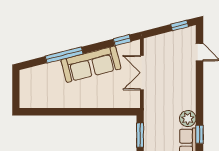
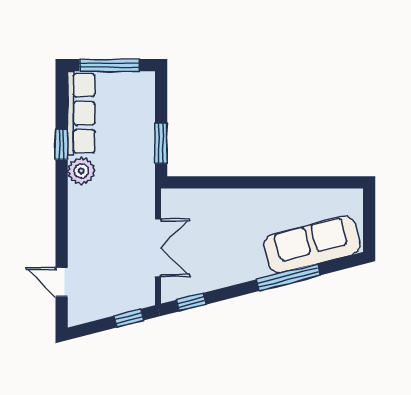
window: (180, 25) -> (129, 318), moved
sofa: (91, 64) -> (312, 244), moved

